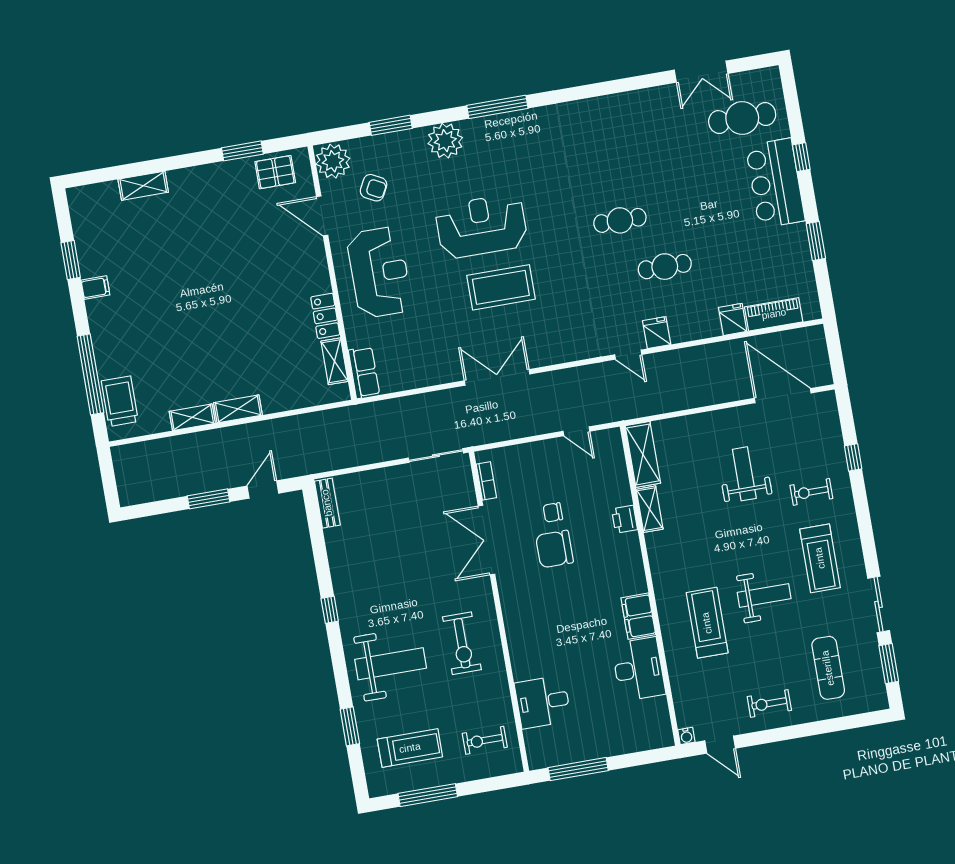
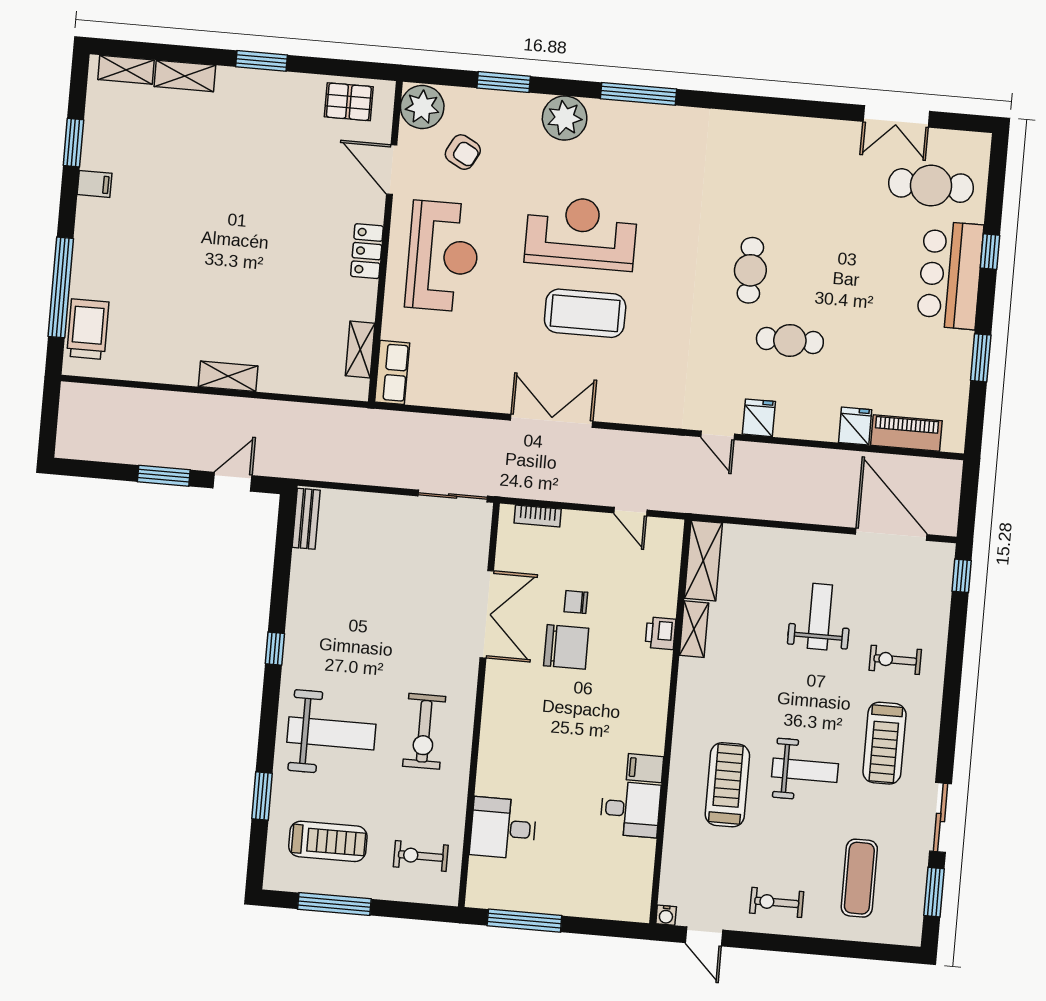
window: (242, 151) -> (261, 61), moved
cafe table: (620, 220) -> (750, 270), turned 90
locker: (325, 316) -> (367, 251), moved
shelving: (192, 417) -> (126, 70), moved
window: (853, 457) -> (962, 576), moved
bookcase: (486, 481) -> (538, 516), moved, turned 90
double door: (486, 540) -> (487, 614), swing flipped
chair: (554, 549) -> (566, 647), turned 180
filing cabinet: (638, 616) -> (645, 768), width x0.50
desk: (638, 669) -> (630, 809), width x0.73

